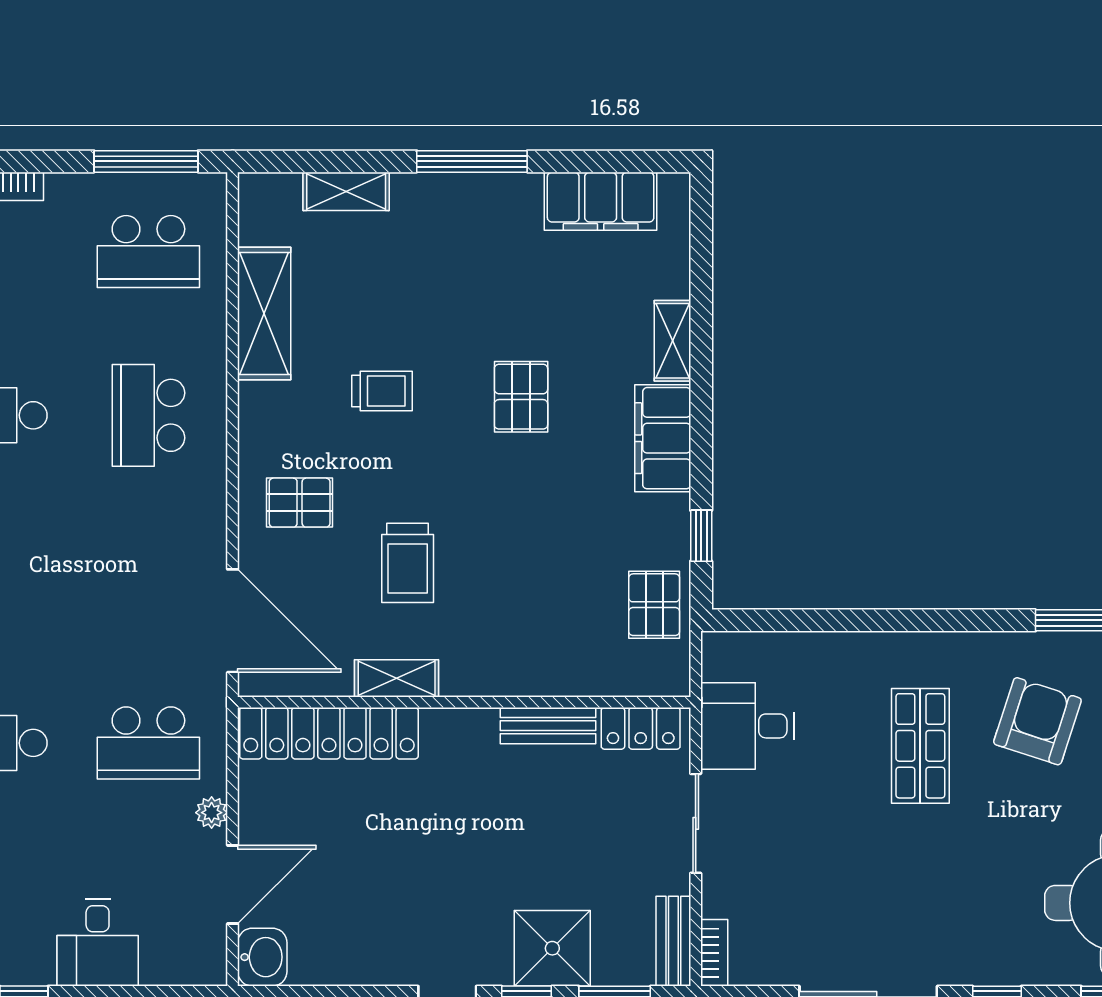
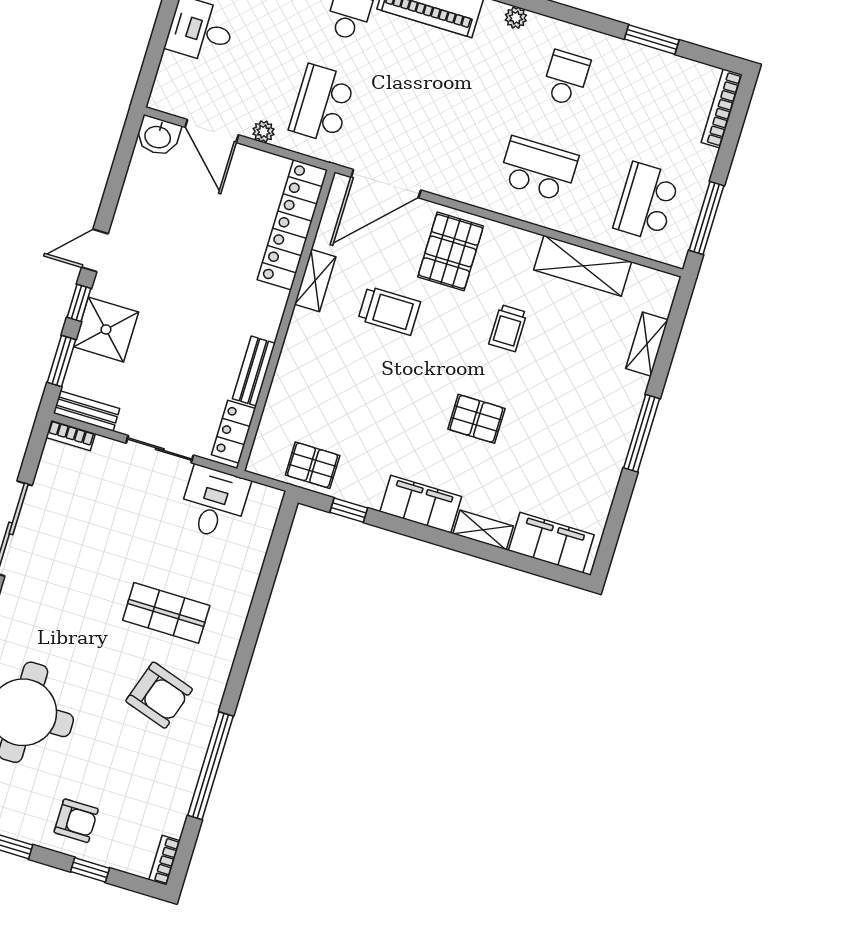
filing cabinet: (601, 201) -> (551, 543), moved, turned 90
pallet: (300, 503) -> (451, 251), width x1.50, depth x1.42
trolley: (408, 563) -> (389, 311), turned 180

